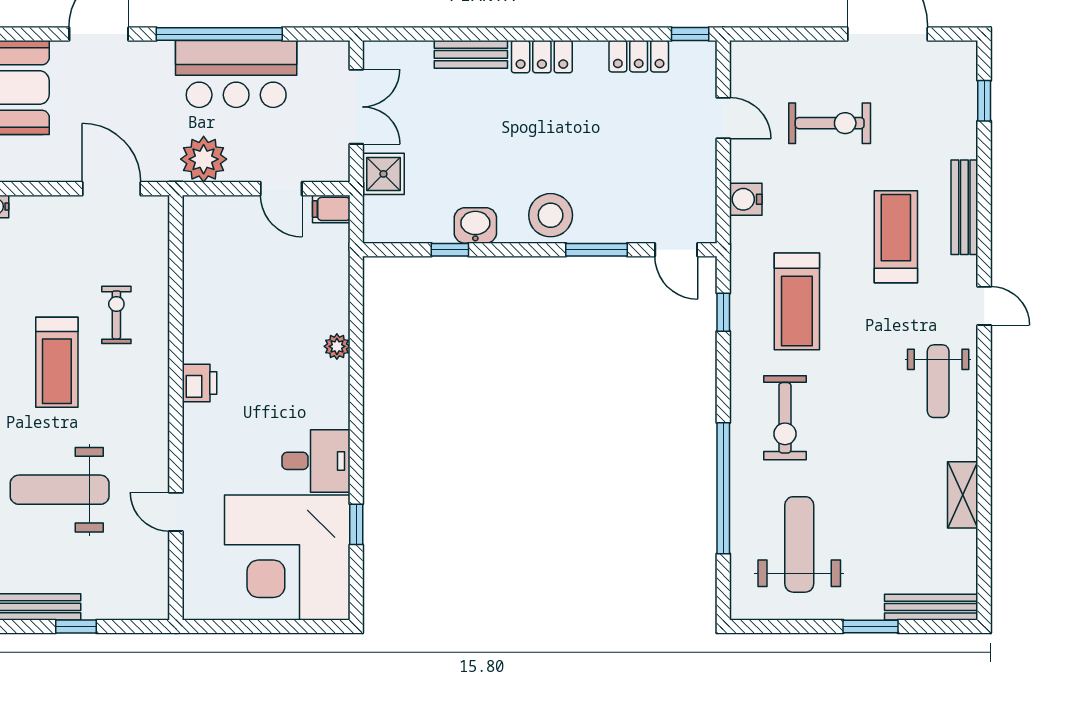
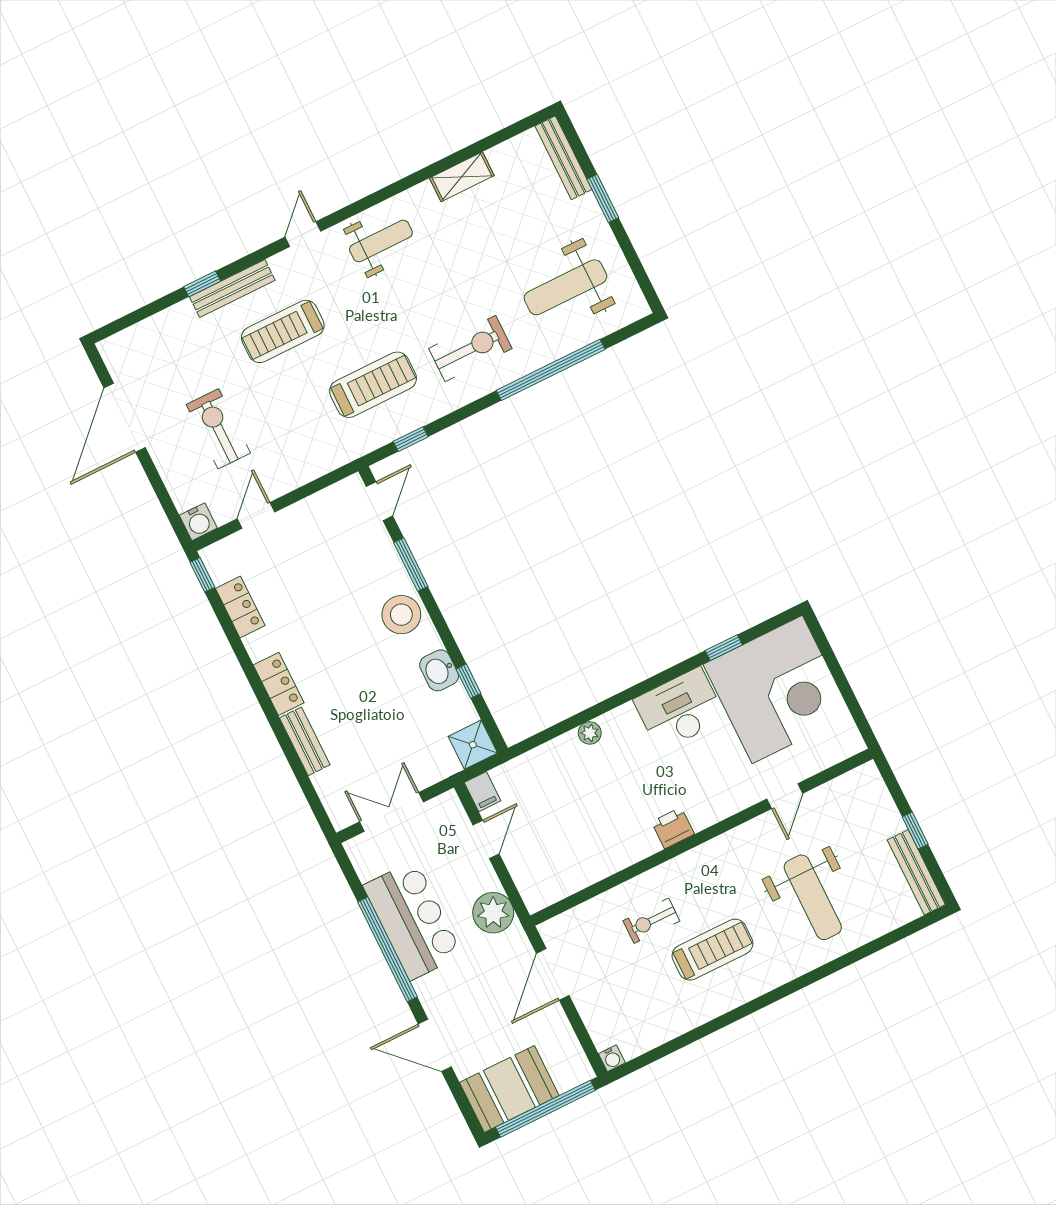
window: (984, 101) -> (202, 284), moved
shower: (383, 174) -> (473, 745), moved
water cooler: (746, 199) -> (198, 522), moved
desk: (316, 461) -> (680, 709), width x1.37

